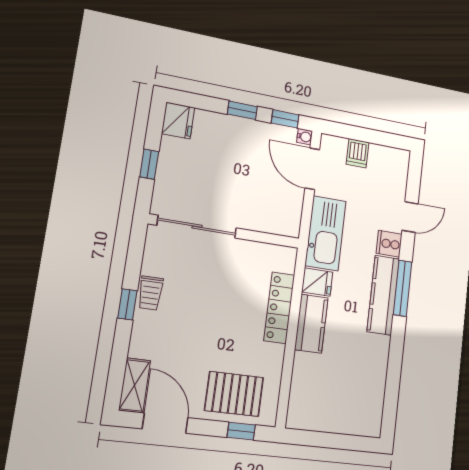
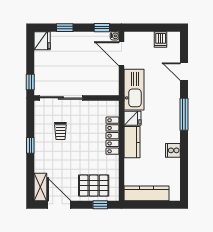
window: (242, 110) -> (65, 28), moved
dishwasher: (358, 153) -> (161, 39), moved
window: (149, 164) -> (30, 82), moved
door: (410, 217) -> (184, 72), swing flipped
cooker: (389, 244) -> (173, 150), moved
trolley: (150, 293) -> (60, 131), moved
kitchen counter: (383, 295) -> (147, 193), moved, turned 90

